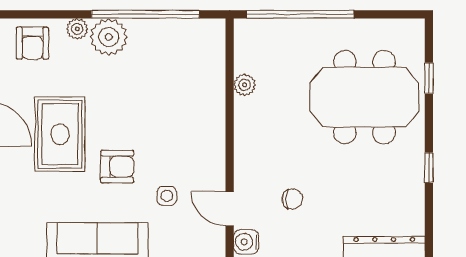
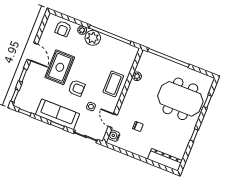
coffee table: (197, 124) -> (113, 84), added

